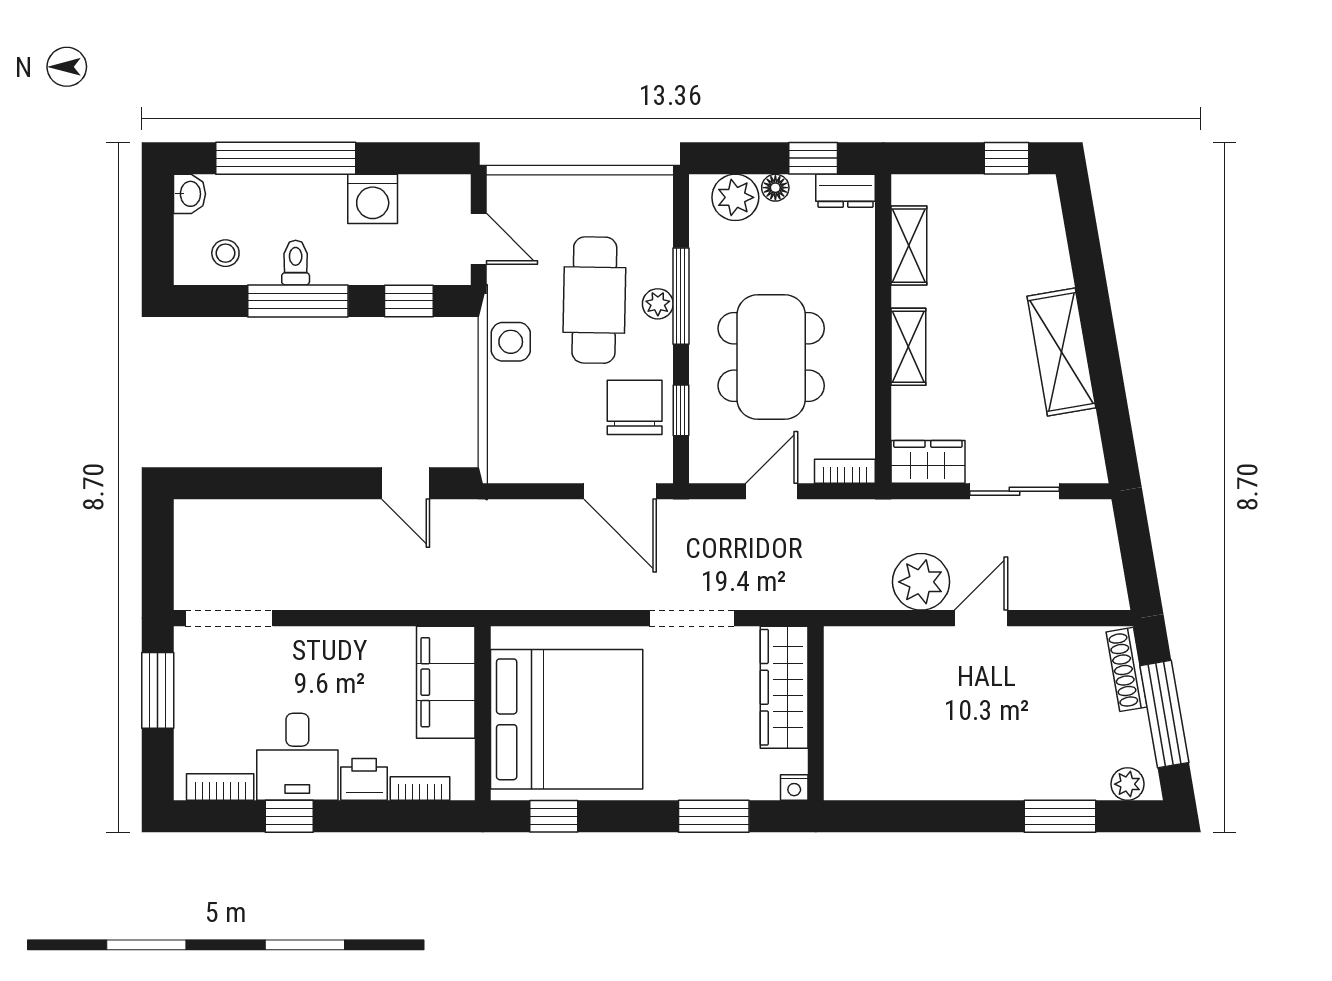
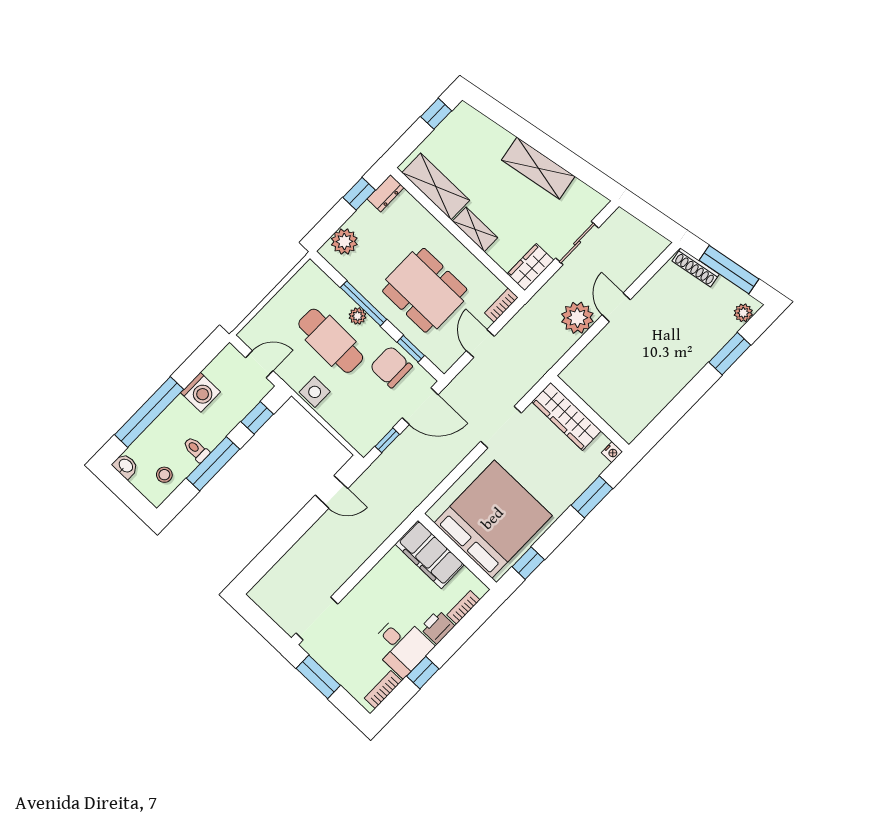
floor lamp: (775, 188) -> (356, 221), removed
shelving: (909, 246) -> (436, 186), width x1.50, depth x1.33
window: (538, 491) -> (387, 440), added

